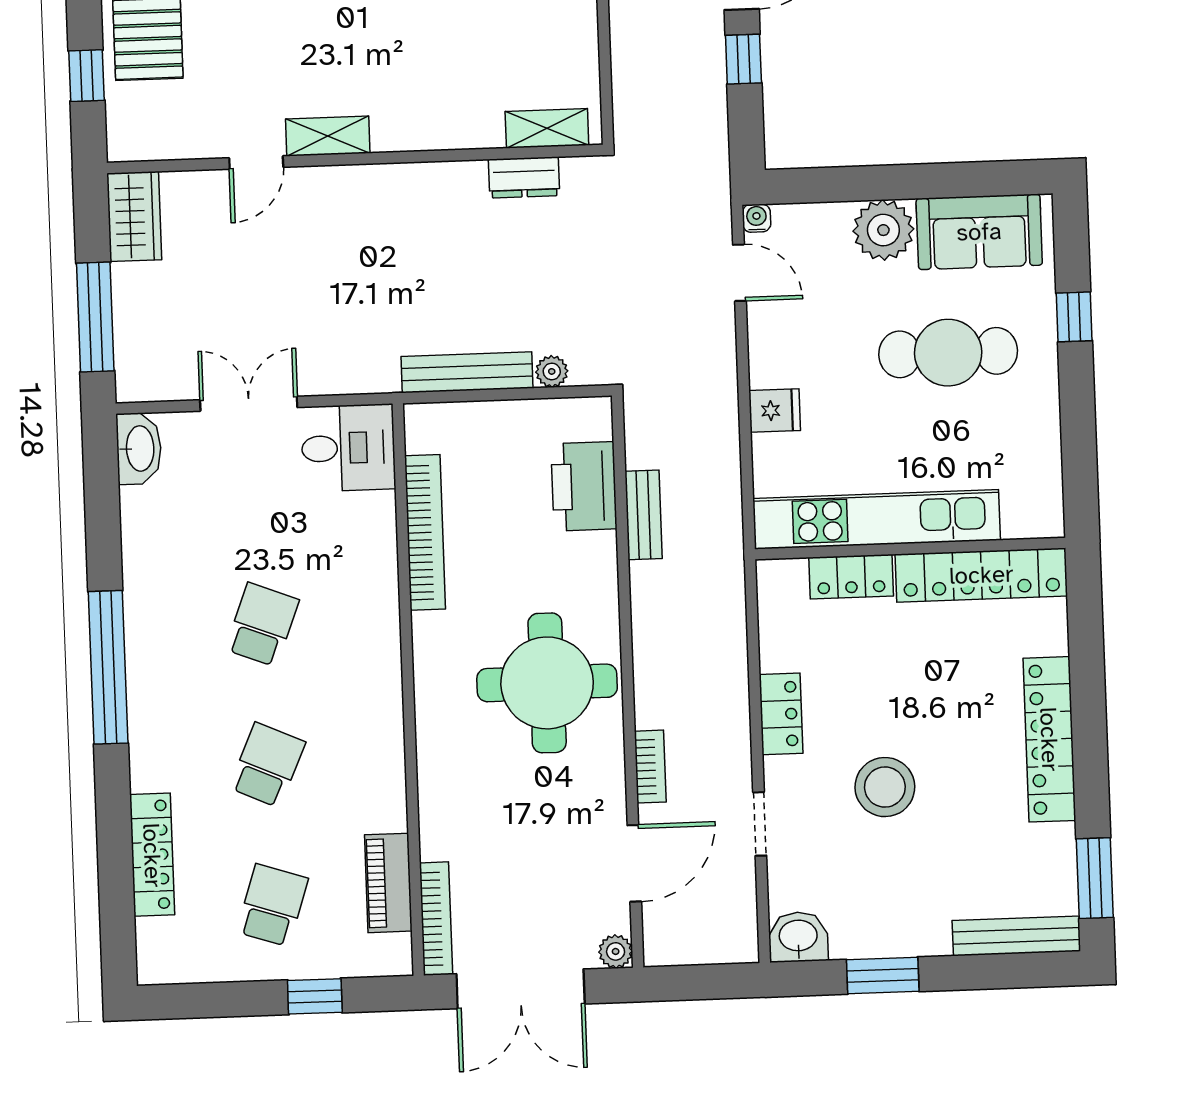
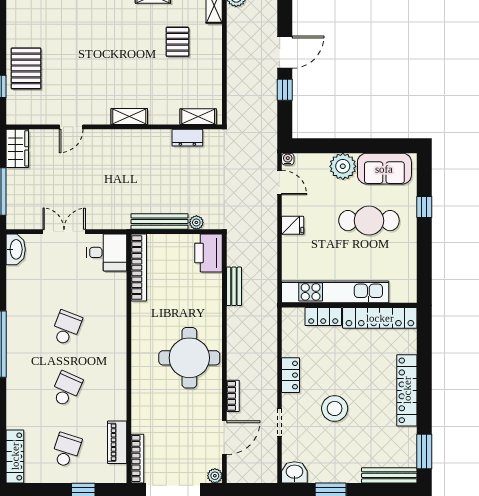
shelving: (328, 136) -> (129, 117), moved
fridge: (775, 410) -> (293, 225), moved
printer: (584, 486) -> (208, 253), moved
bookcase: (425, 532) -> (139, 268), moved
locker: (152, 855) -> (15, 456), moved

